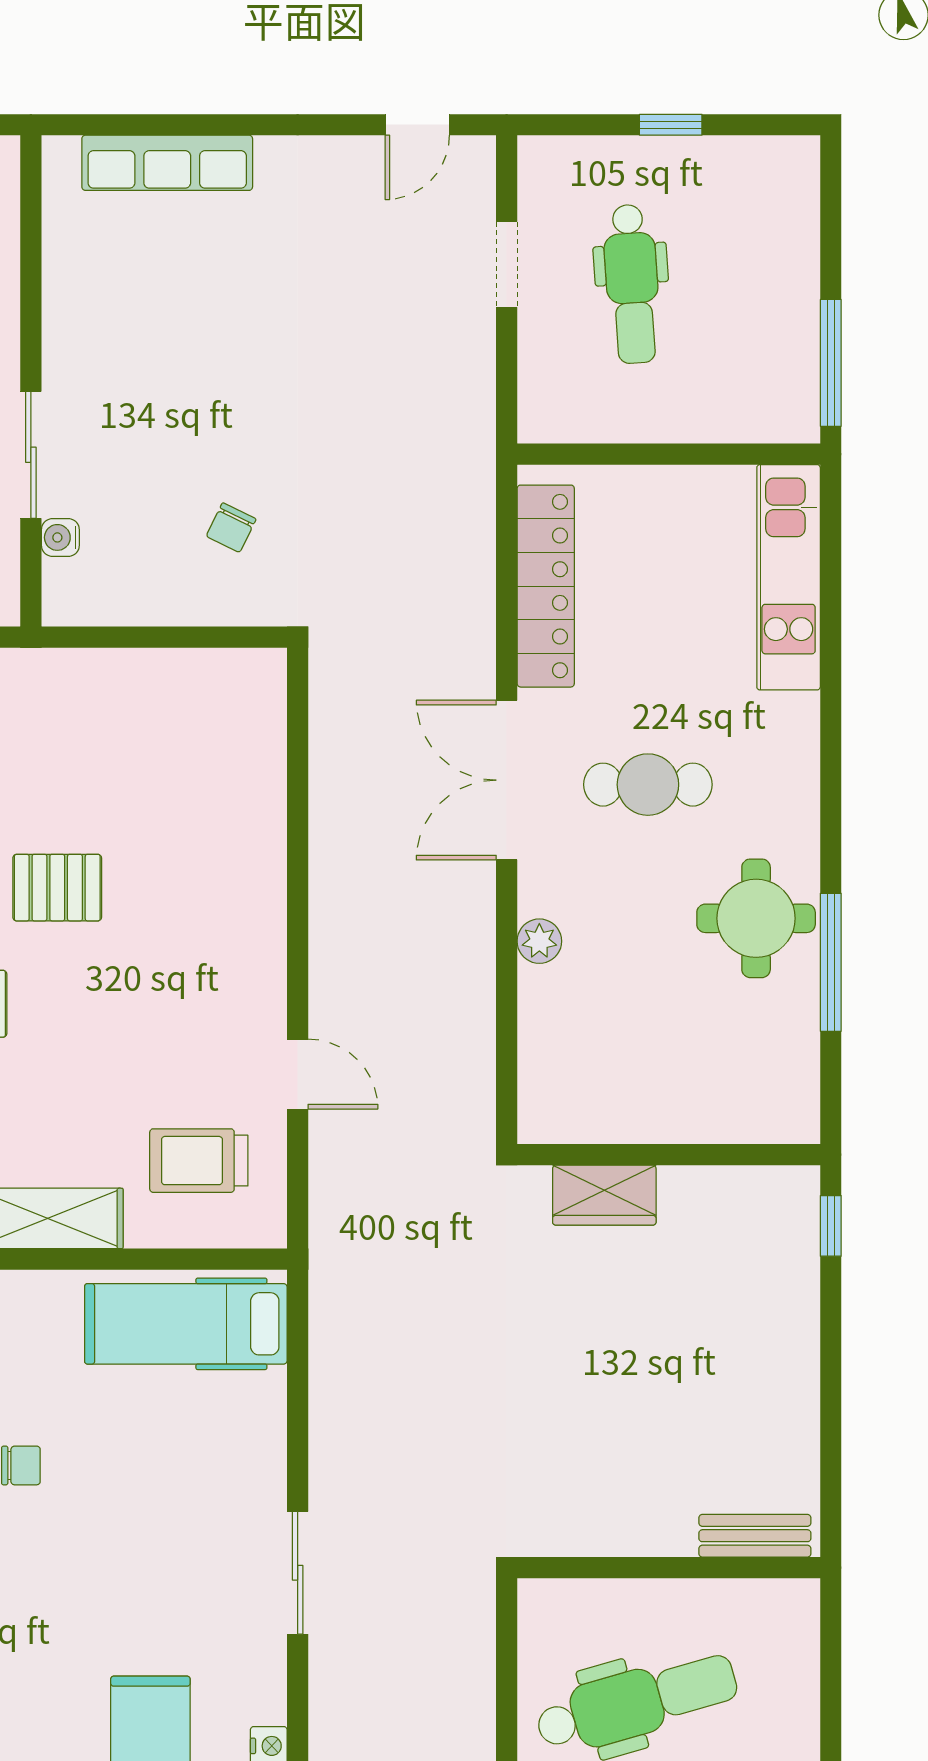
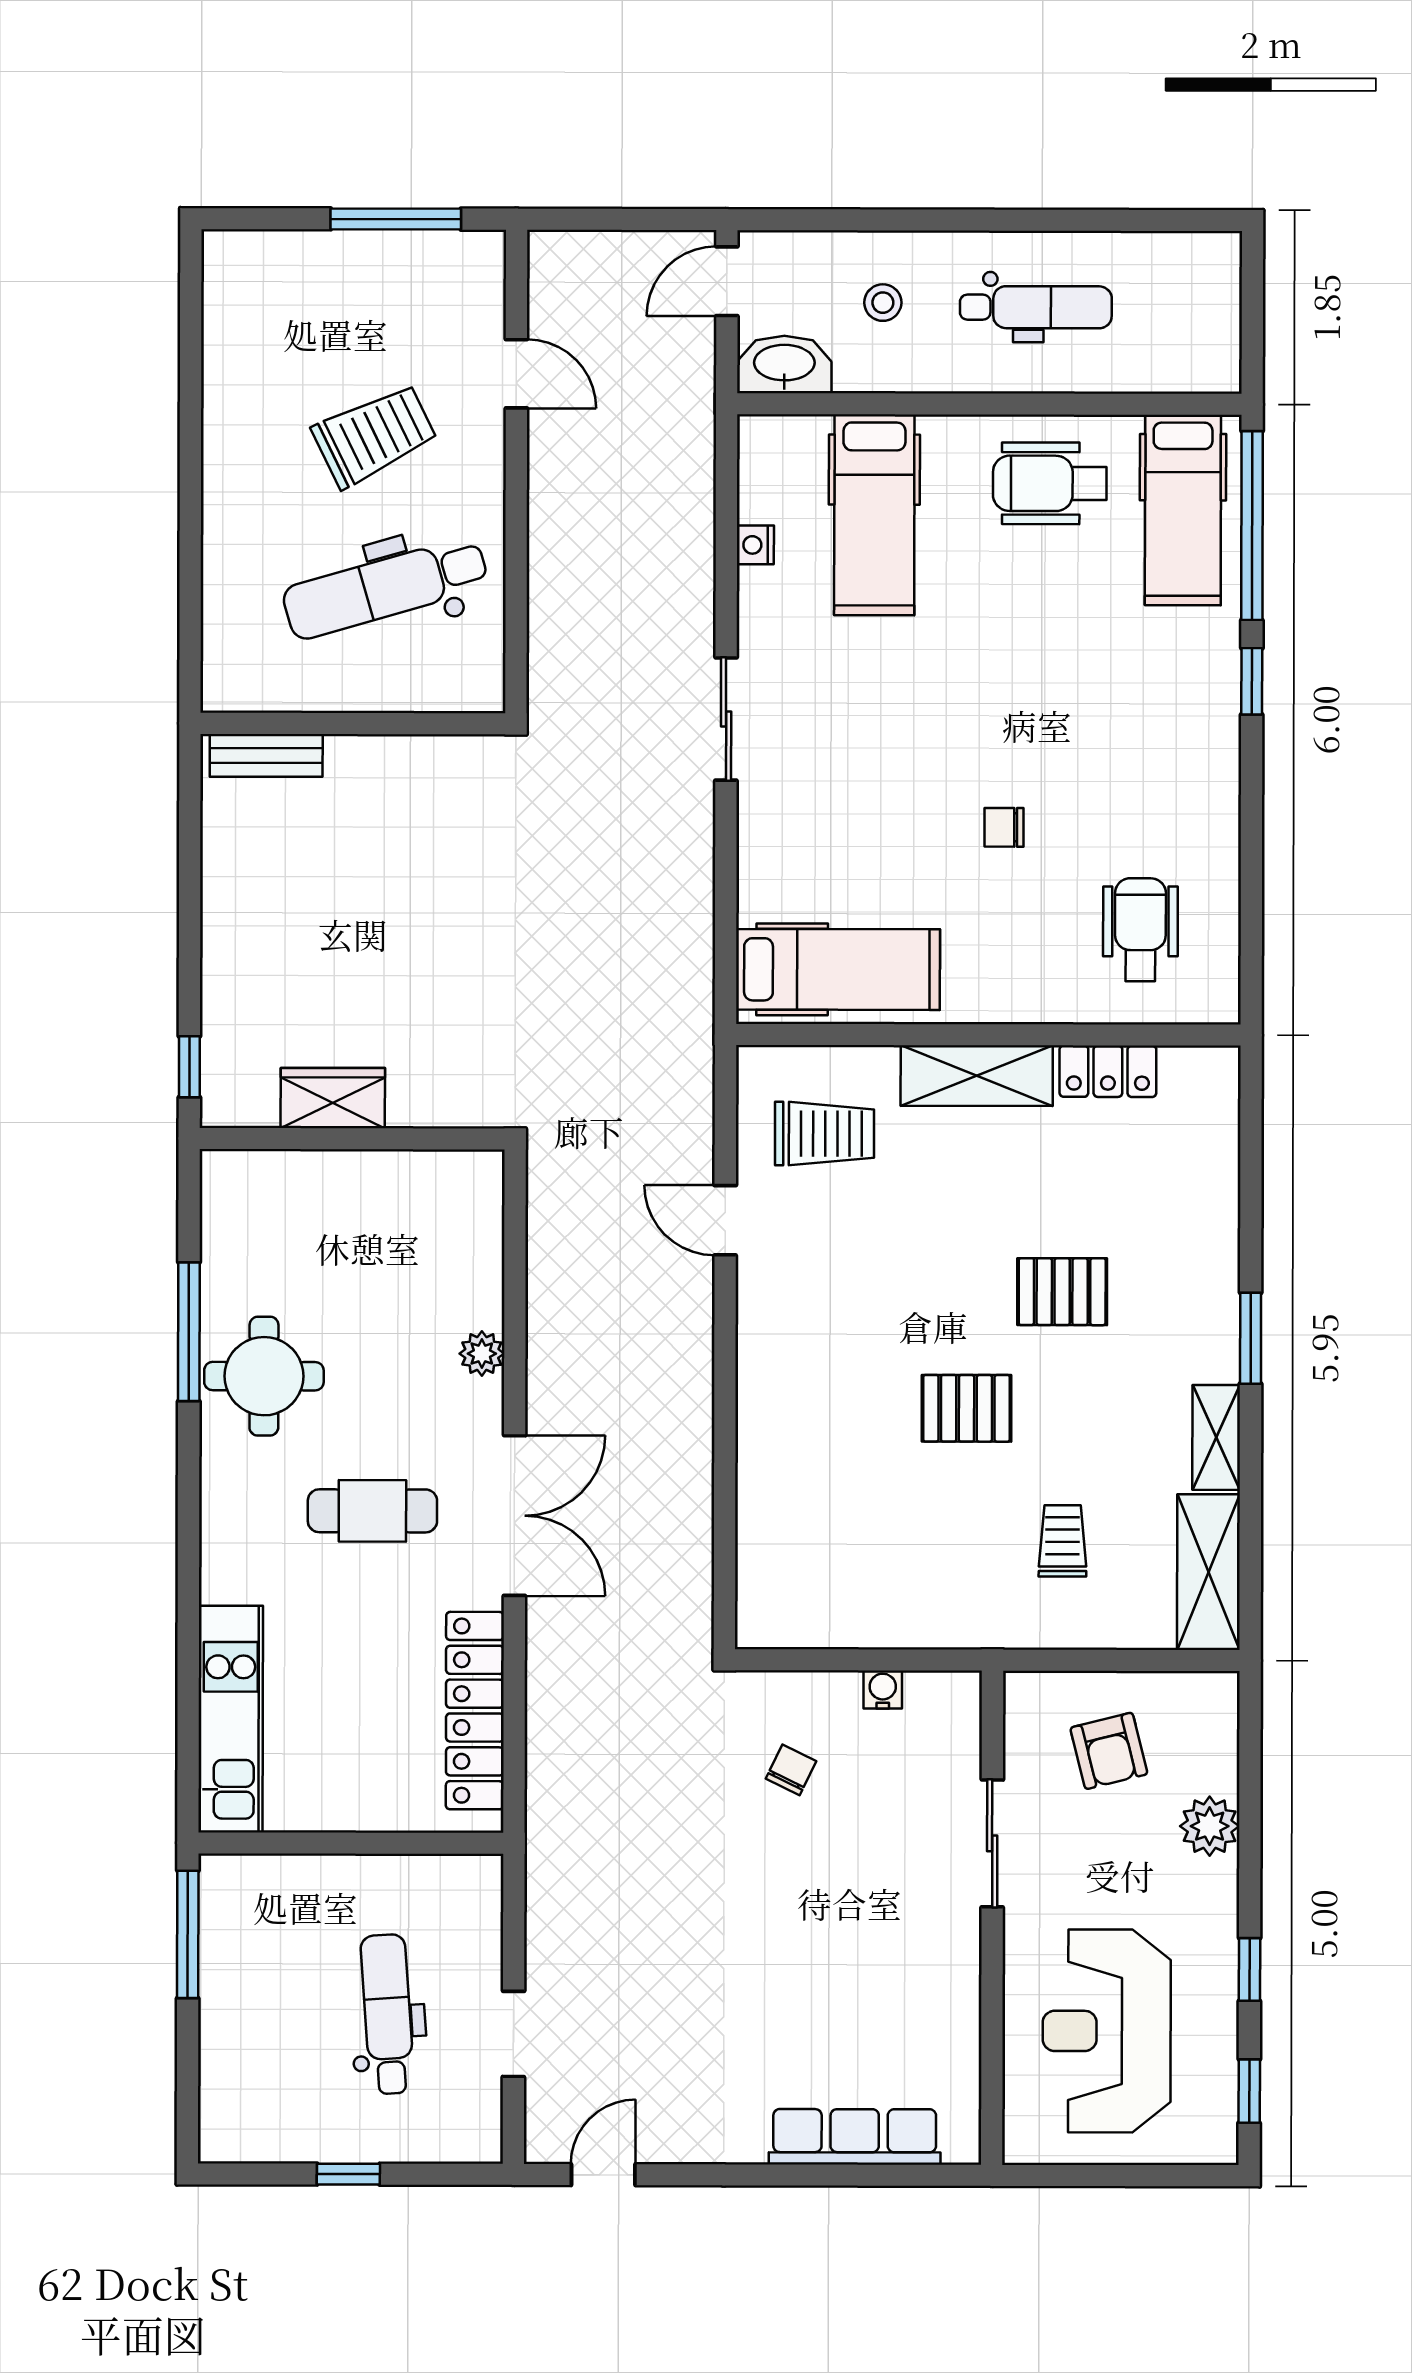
water cooler: (60, 537) -> (883, 1690), moved, turned -90
wardrobe: (604, 1195) -> (333, 1098), moved

